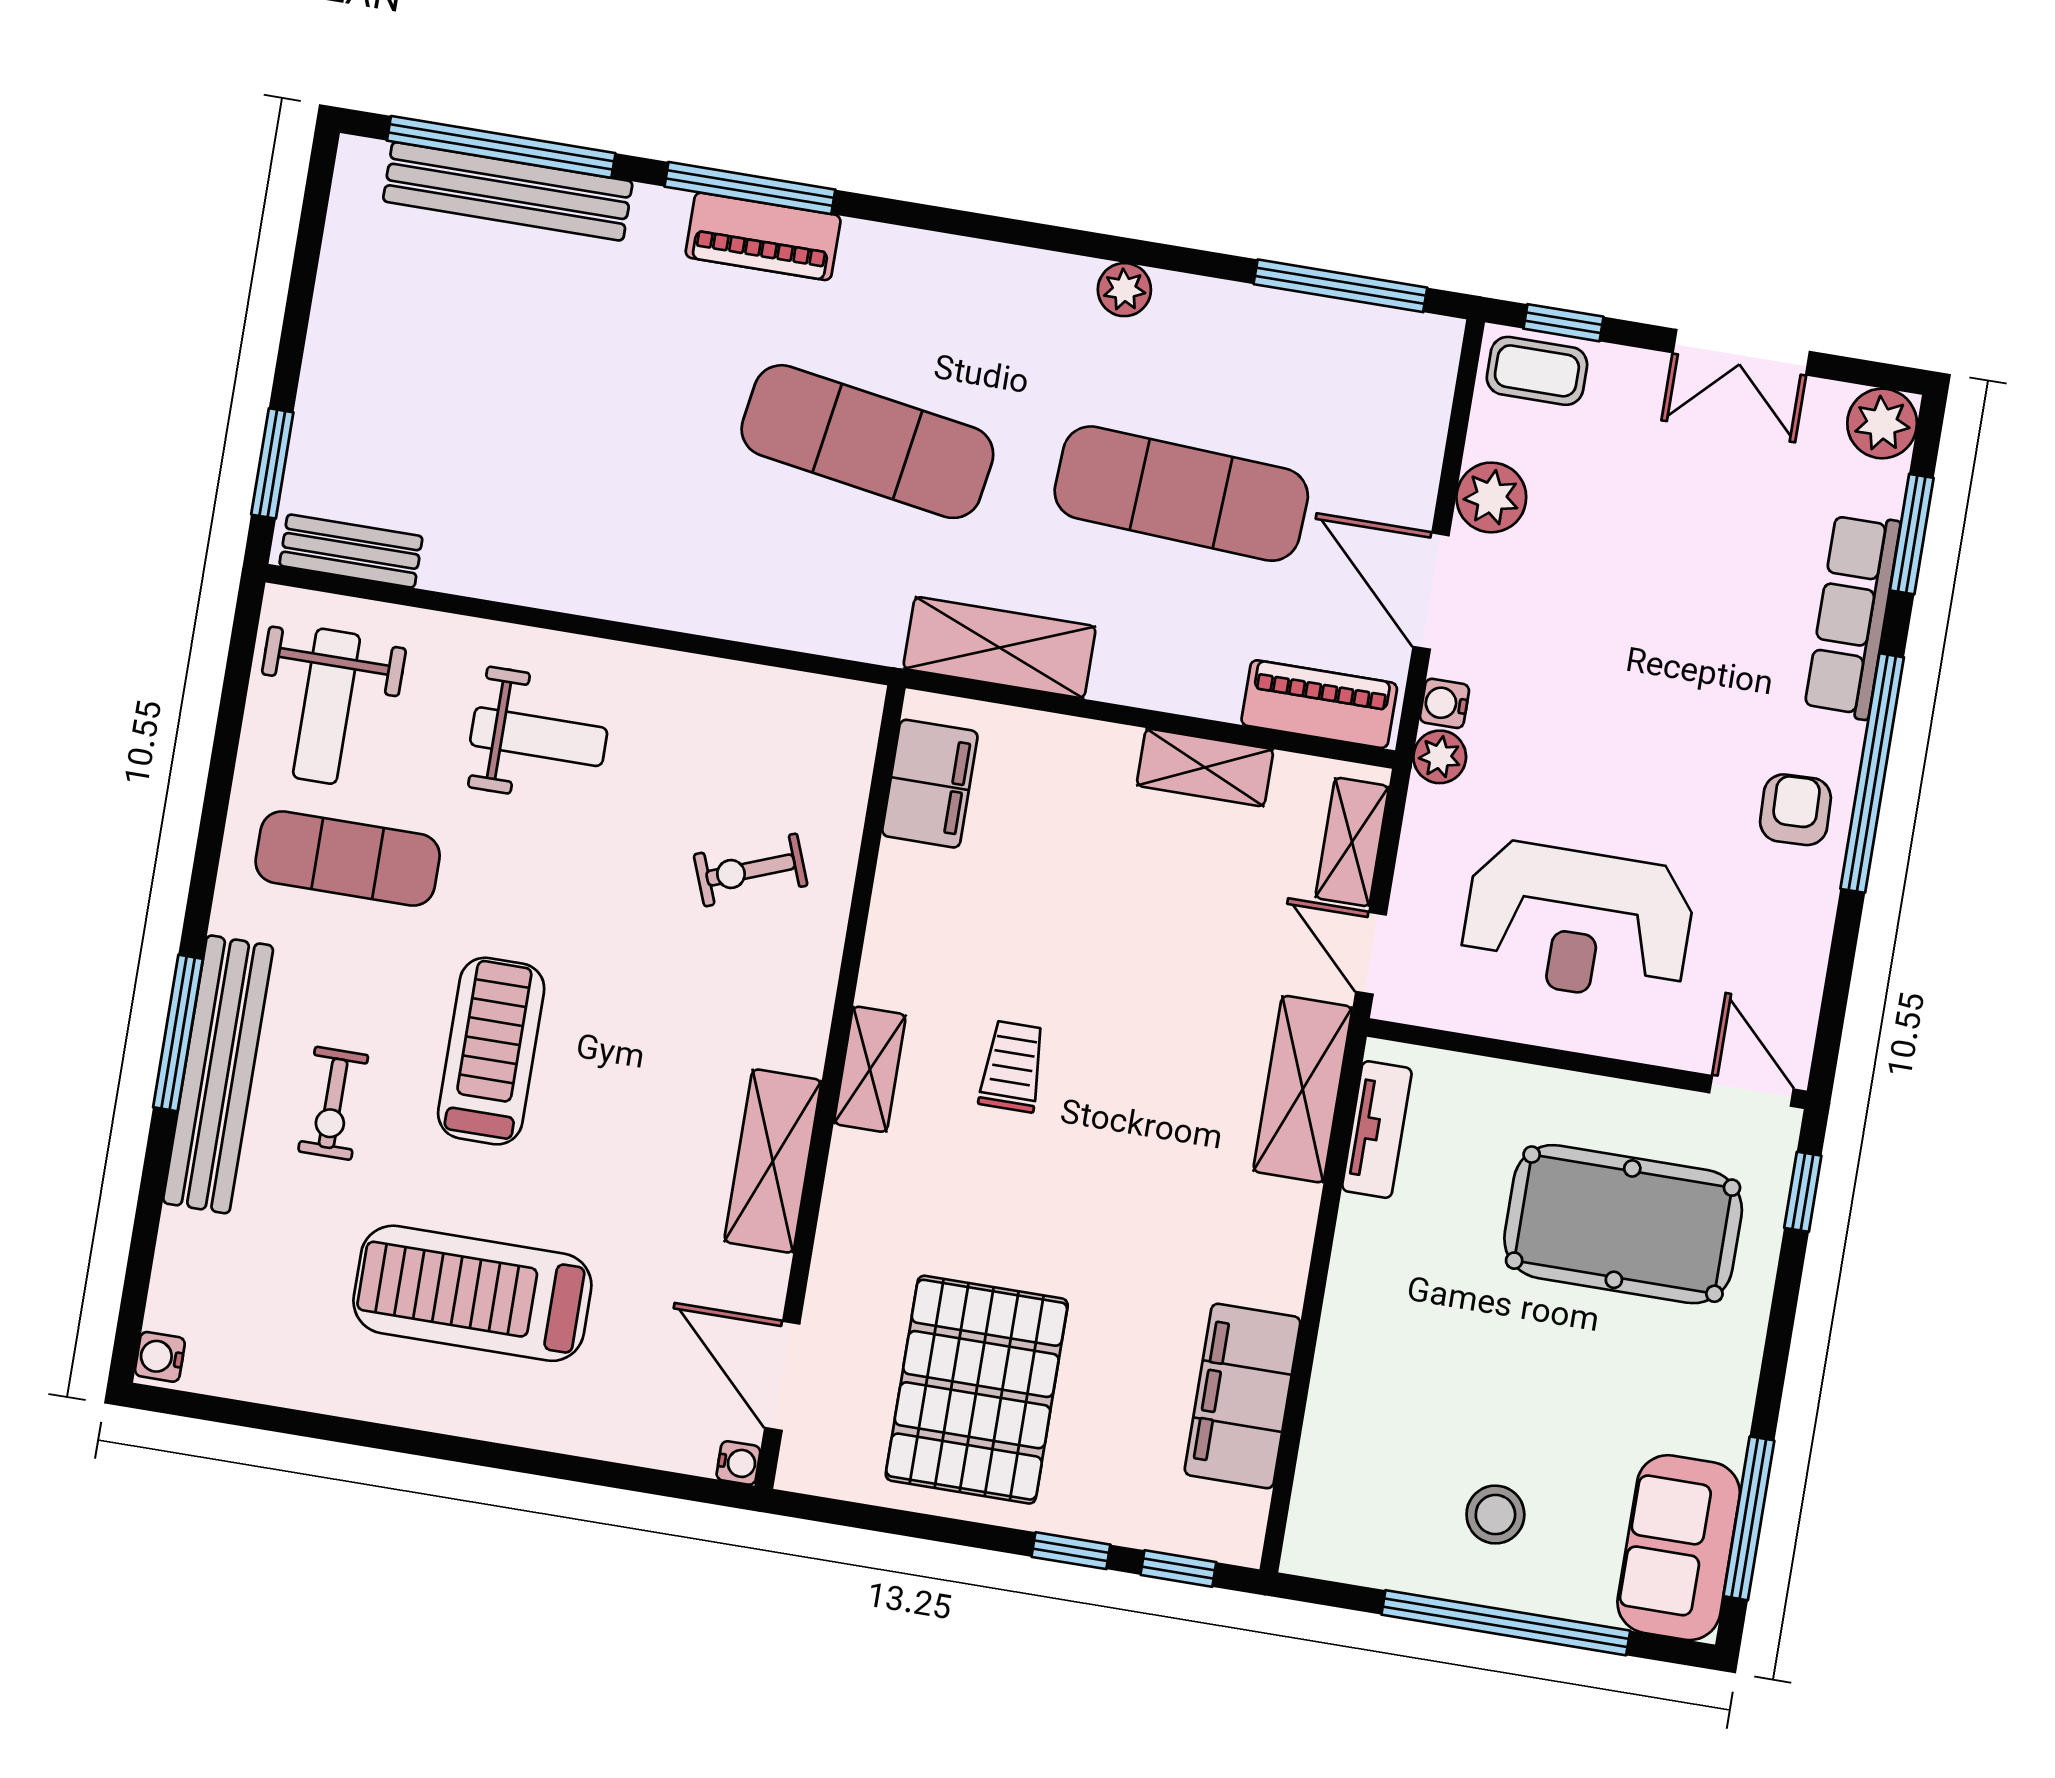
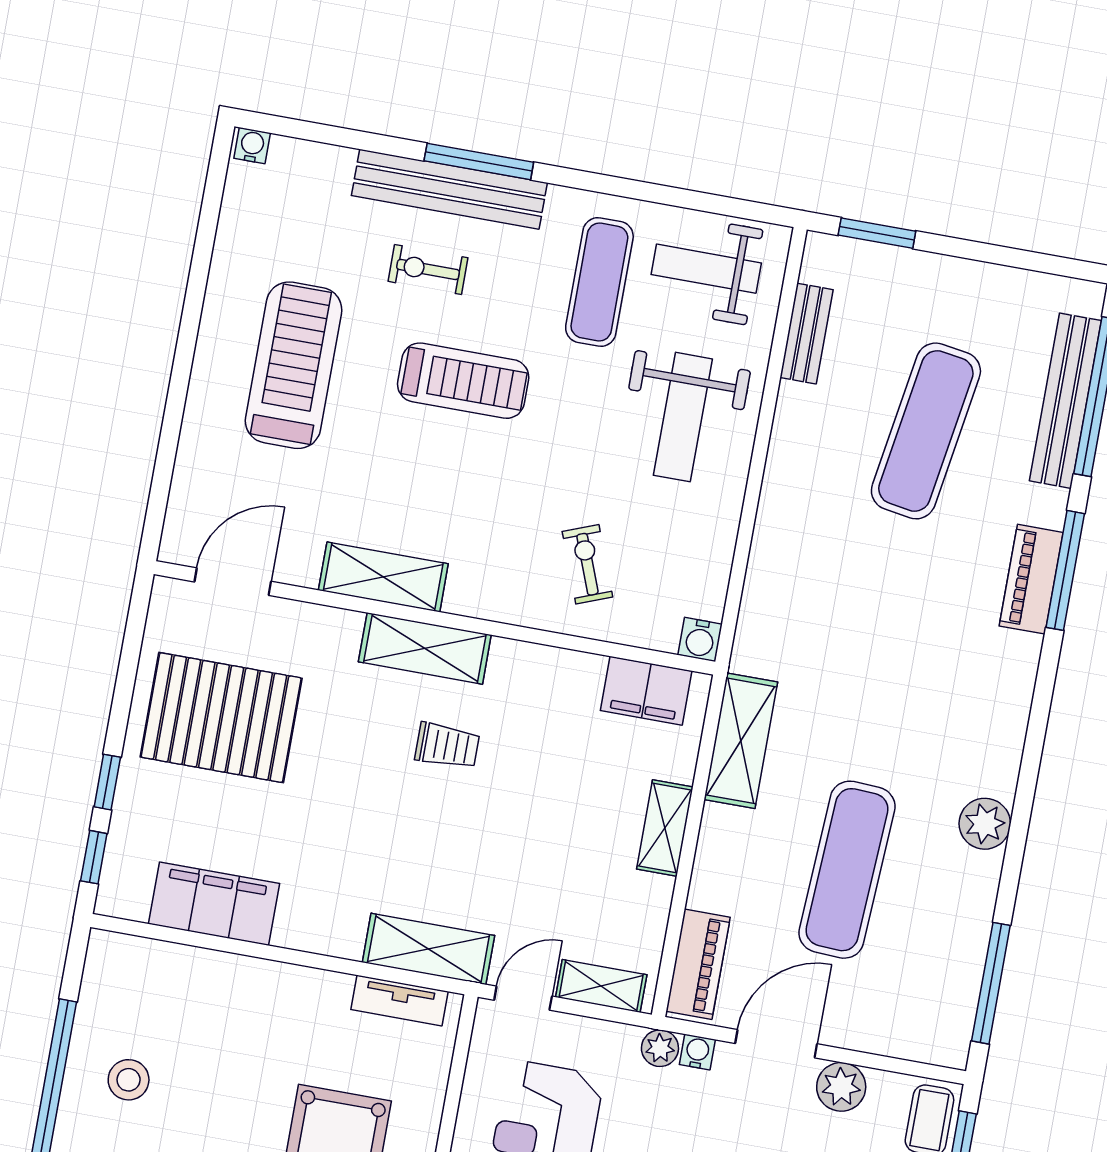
plant: (1124, 290) -> (985, 824), width x1.38, depth x1.38
exercise mat: (867, 442) -> (926, 431), moved
bench: (351, 551) -> (807, 334), moved
weight bench: (539, 737) -> (683, 417), width x1.36, depth x1.33
shelving: (1205, 767) -> (665, 828), moved
shelving: (870, 1069) -> (425, 648), width x1.50, depth x1.33
water cooler: (738, 1463) -> (700, 639), moved, width x1.38, depth x1.38

